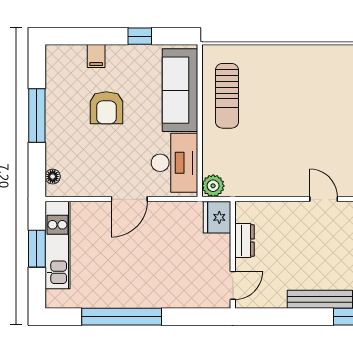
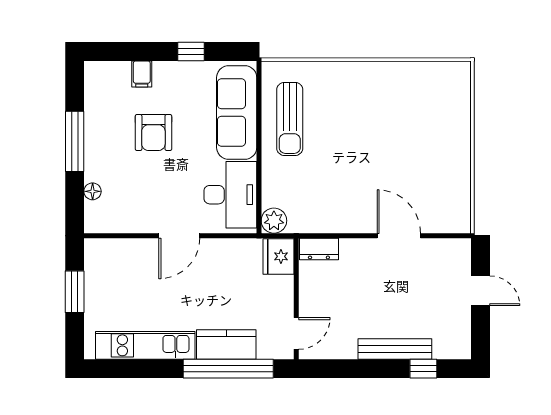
floor lamp: (53, 177) -> (93, 191), moved
door: (324, 199) -> (399, 236), width x1.38
dresser: (244, 240) -> (319, 249), moved, turned 90
kitchen unit: (57, 245) -> (145, 345), moved, turned -90
kitchen counter: (171, 295) -> (226, 344), added
window: (122, 317) -> (228, 369), moved

